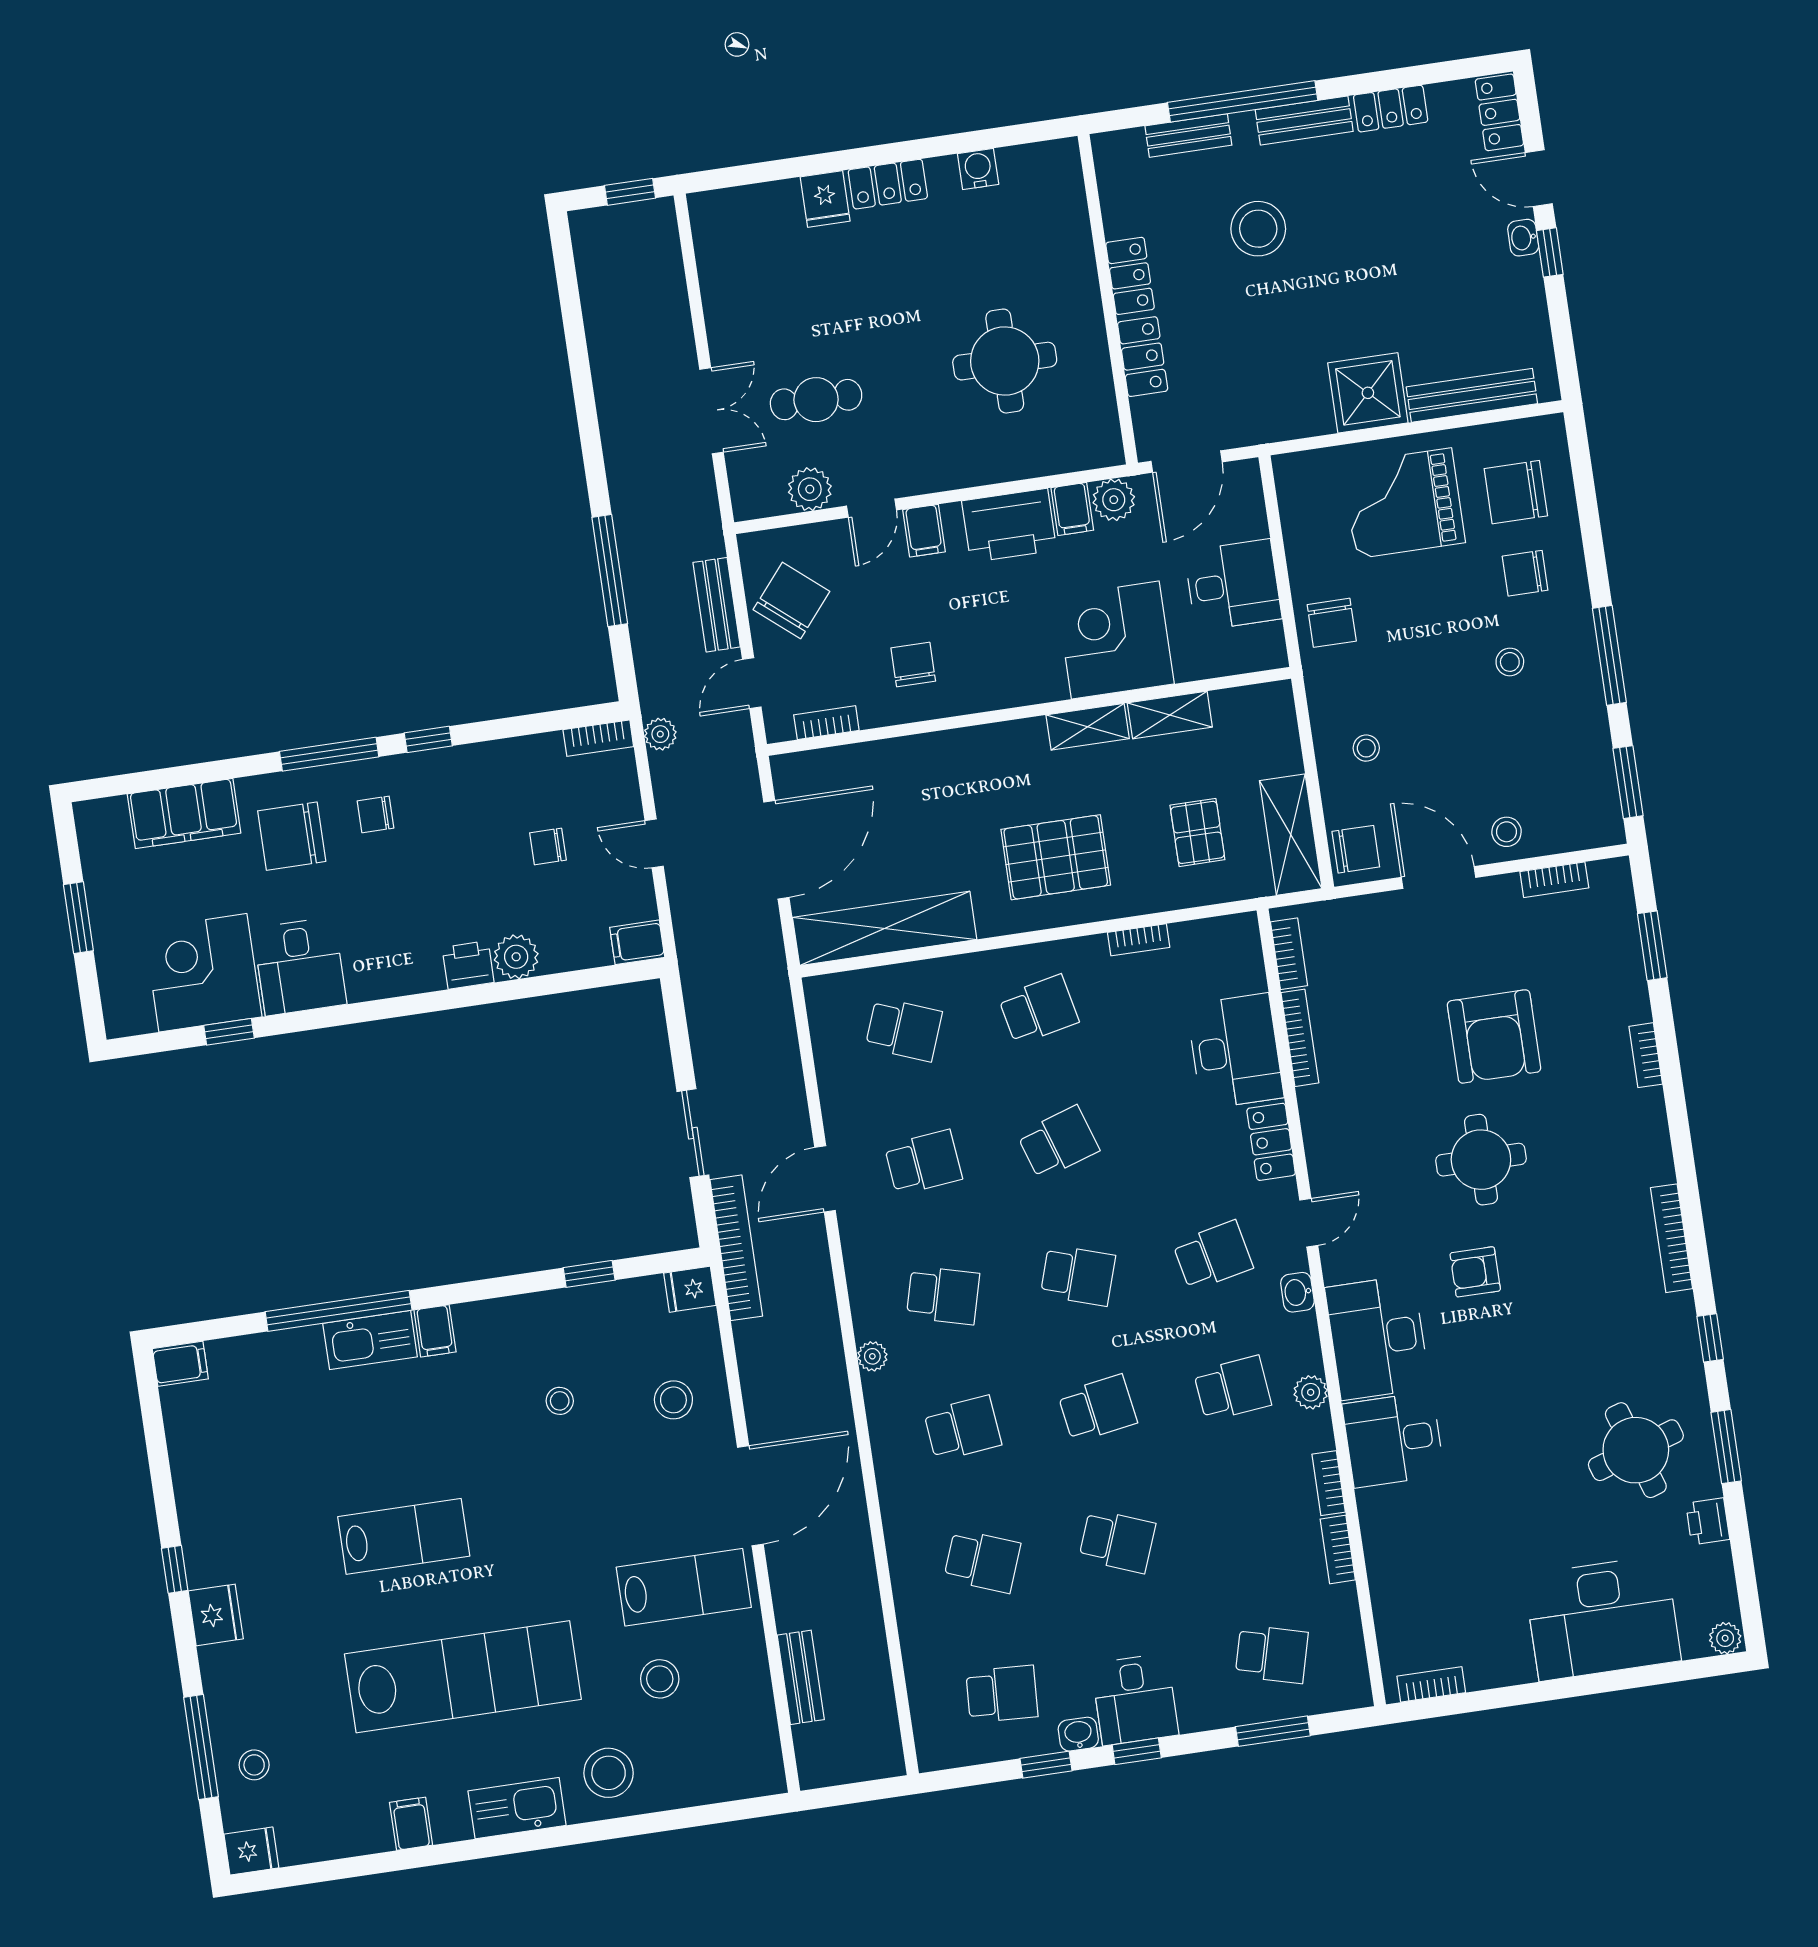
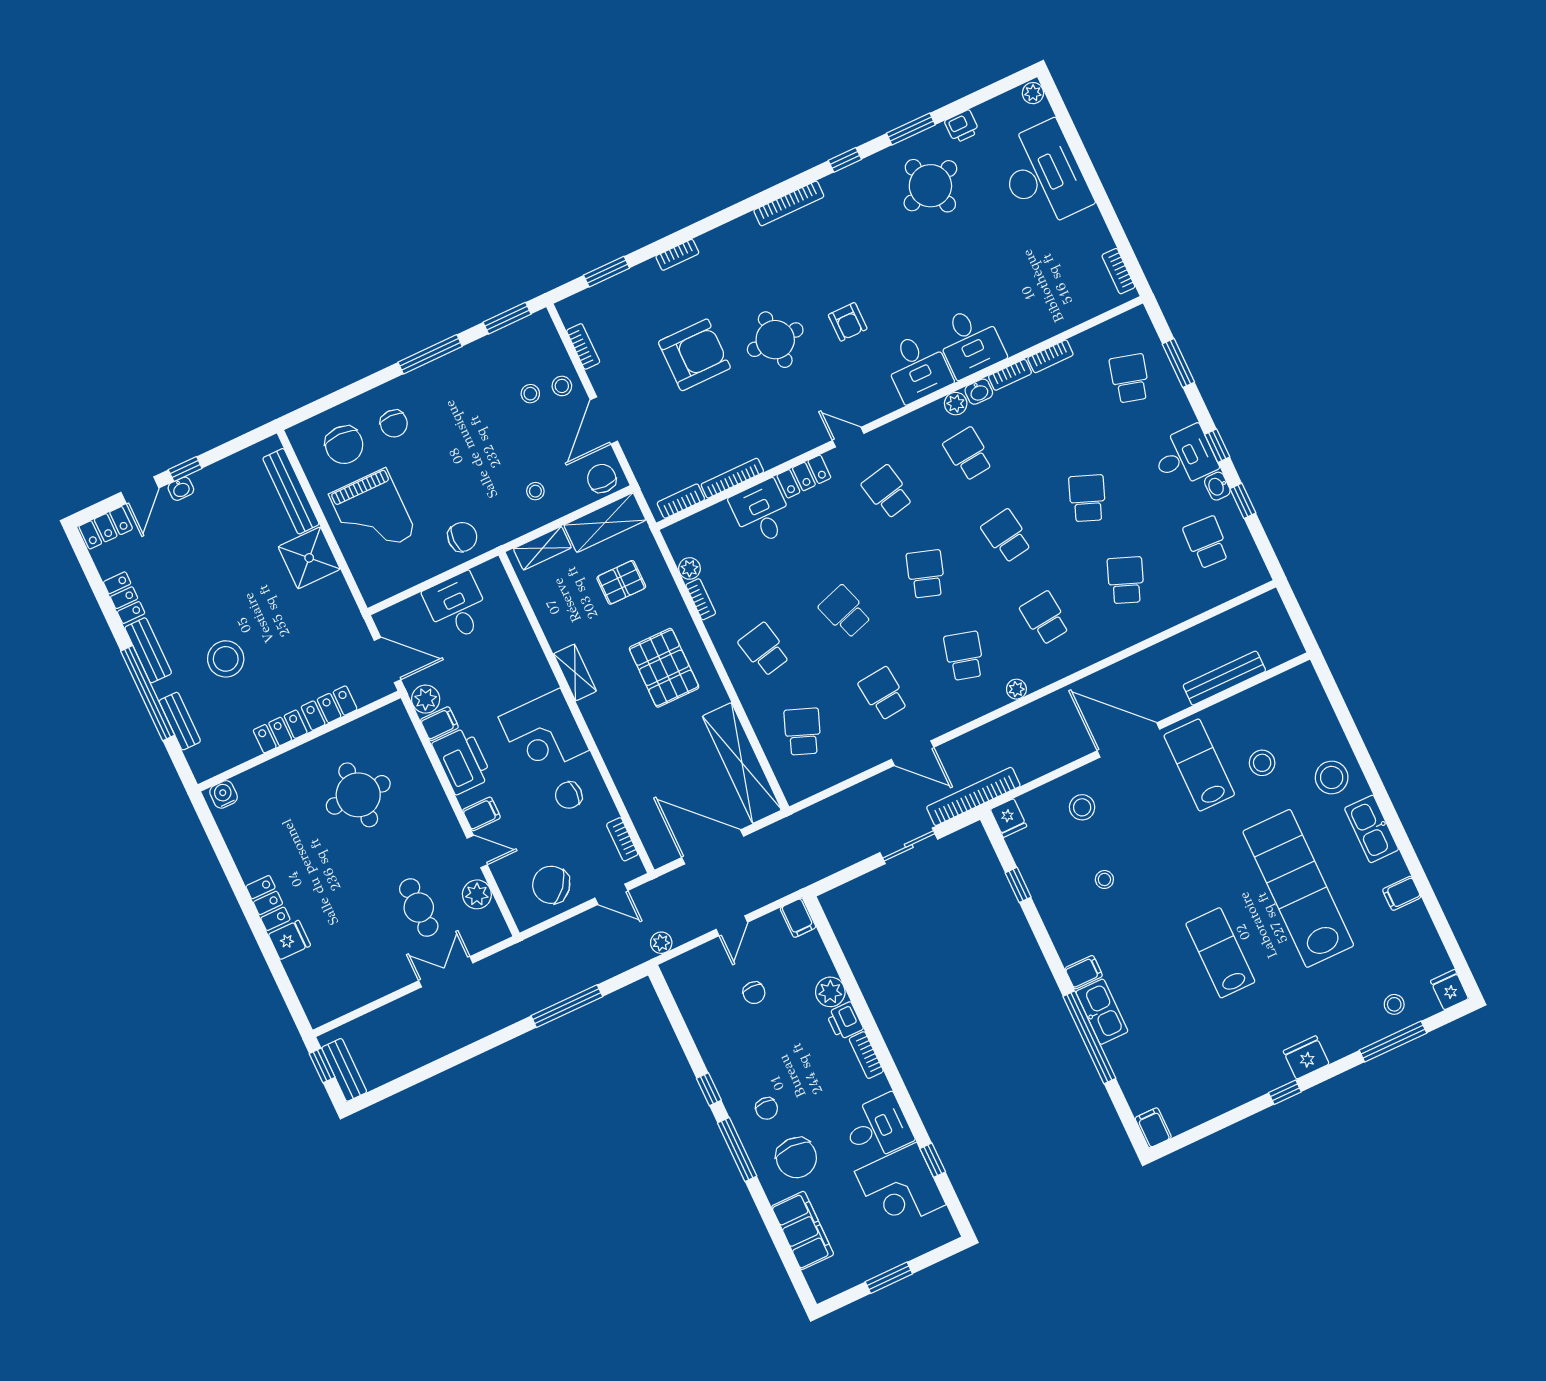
water cooler: (978, 169) -> (224, 794), moved, turned 90
bench: (717, 605) -> (344, 1070), moved, turned 90
corner desk: (1115, 640) -> (544, 734), moved
stool: (1510, 662) -> (530, 394), moved
shelving: (1170, 715) -> (542, 548), moved, turned 90
bookcase: (598, 738) -> (866, 1055), moved, turned 180
plant: (1188, 937) -> (689, 568), added
desk: (1235, 1051) -> (762, 513), width x0.73
washbasin: (1297, 1292) -> (979, 392), moved
desk: (1377, 1338) -> (918, 367), width x0.73
bench: (801, 1677) -> (1224, 678), width x1.36

